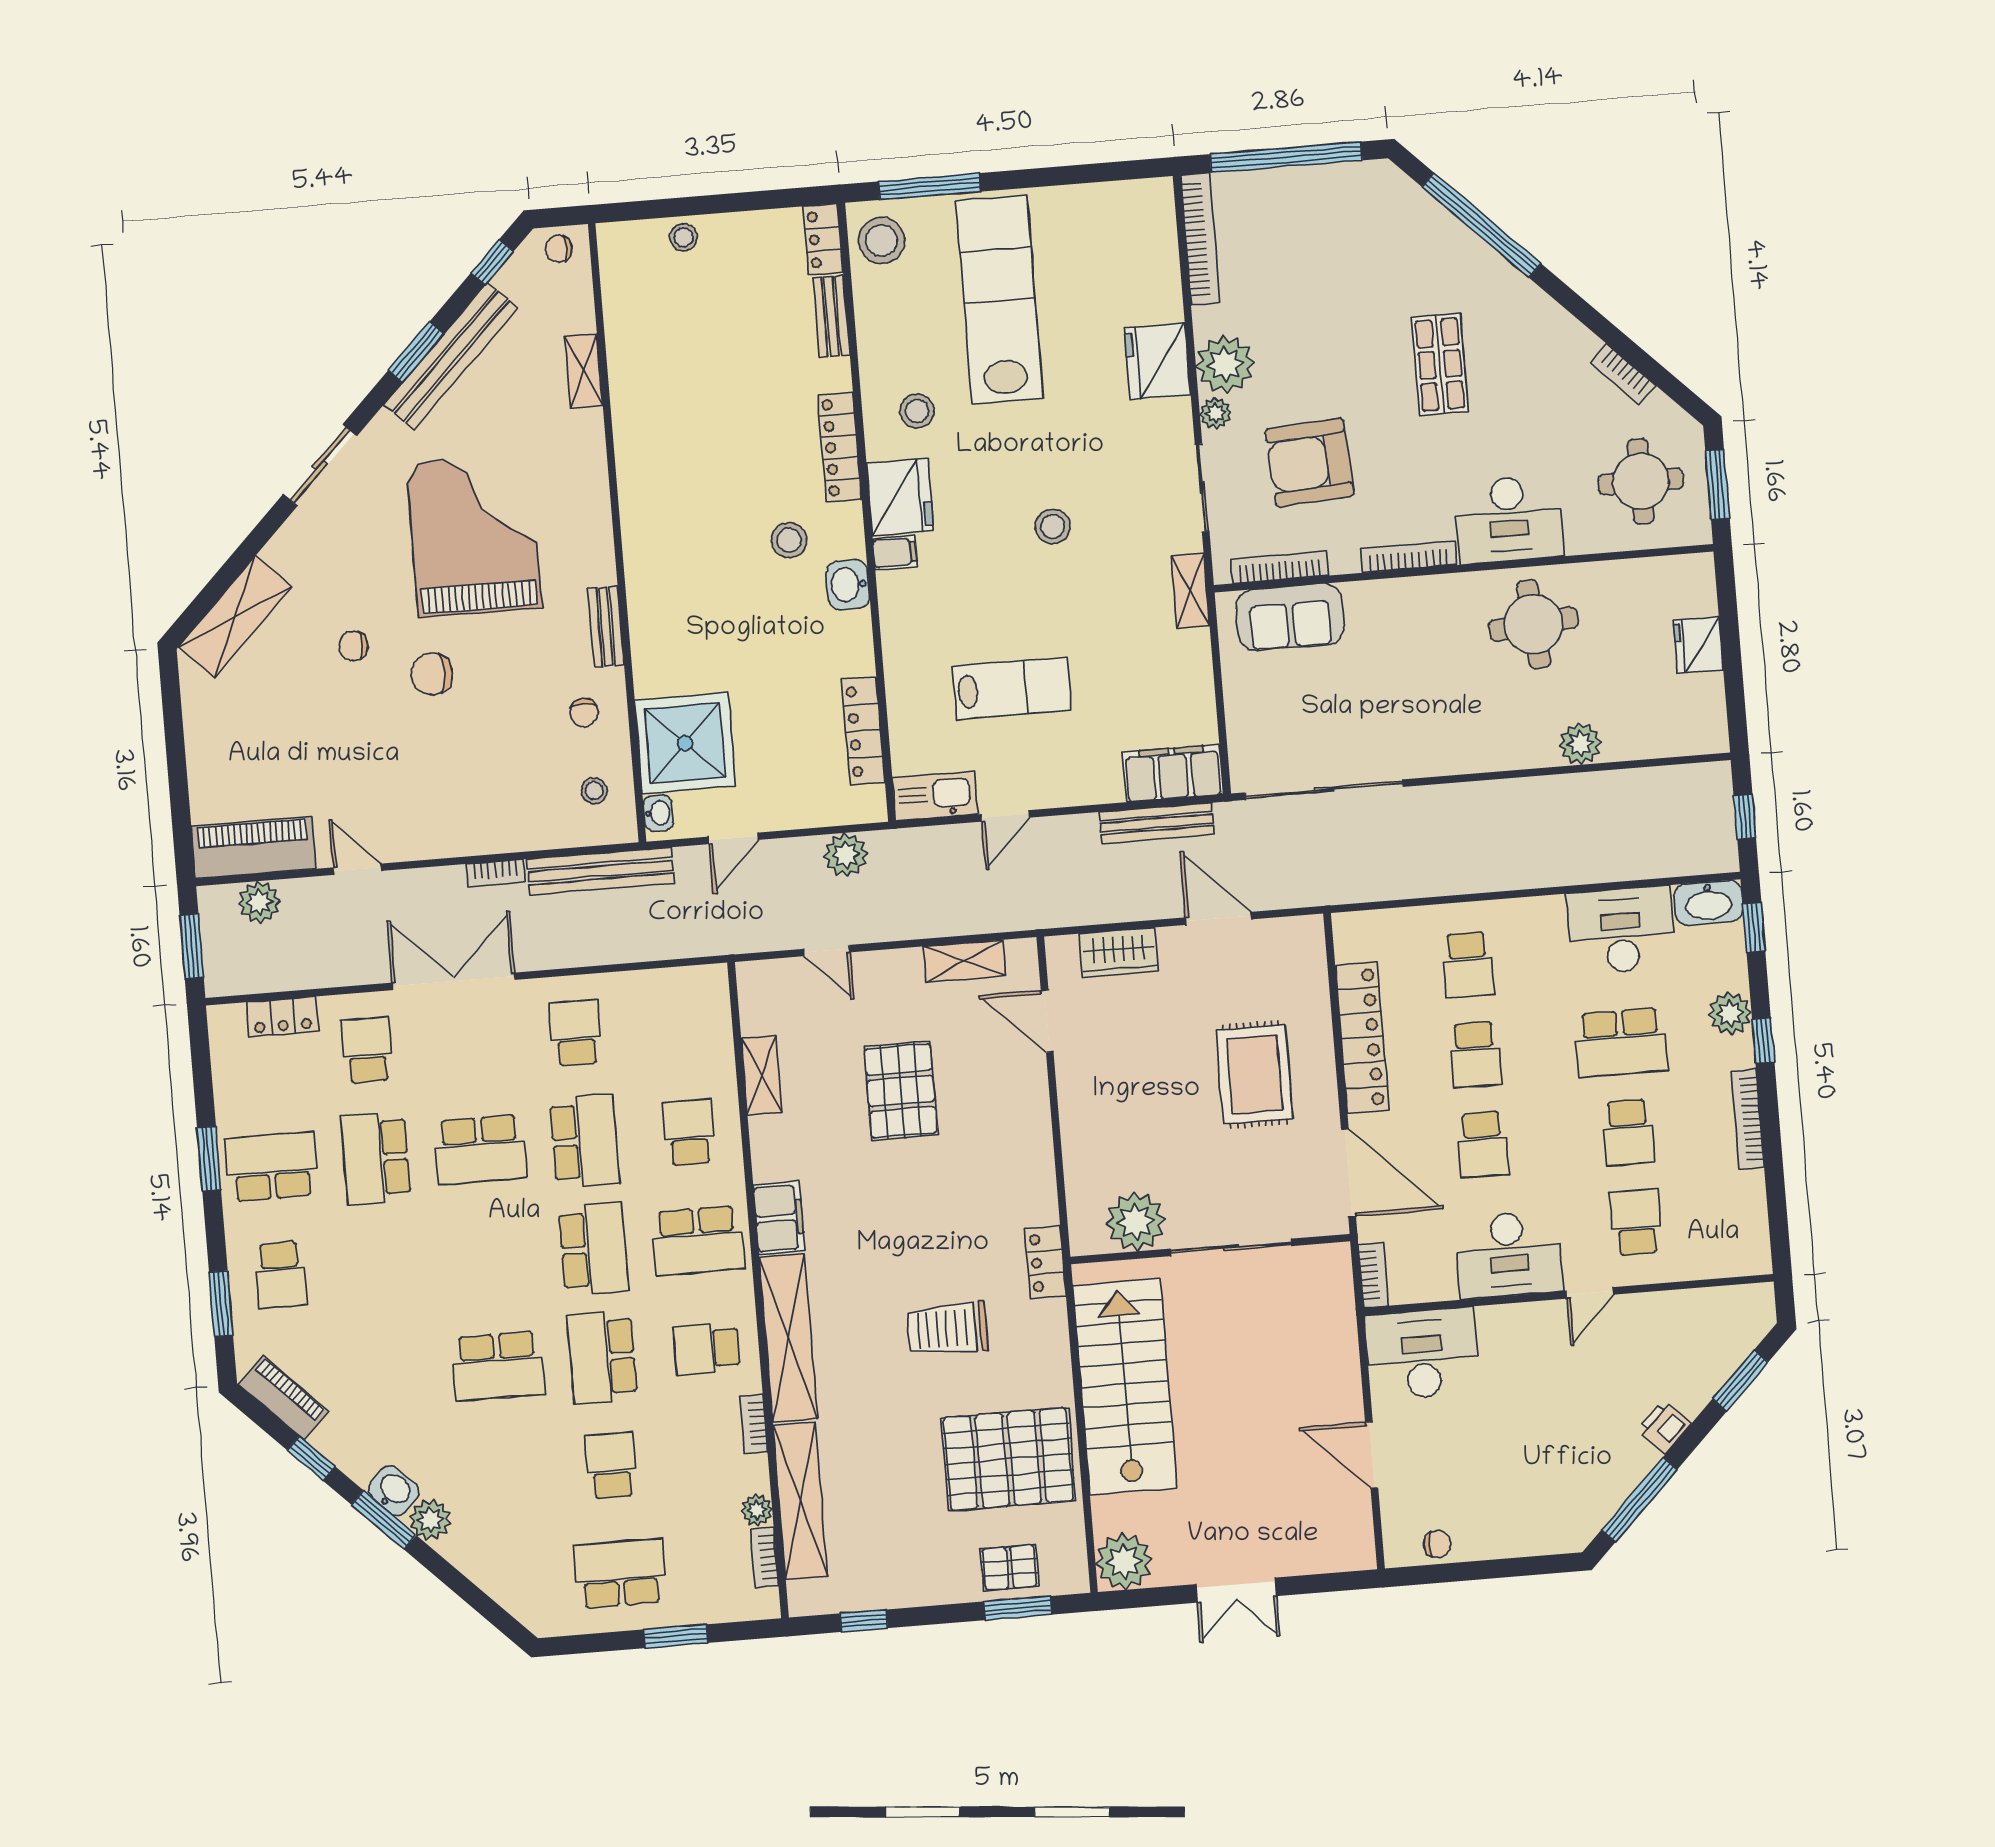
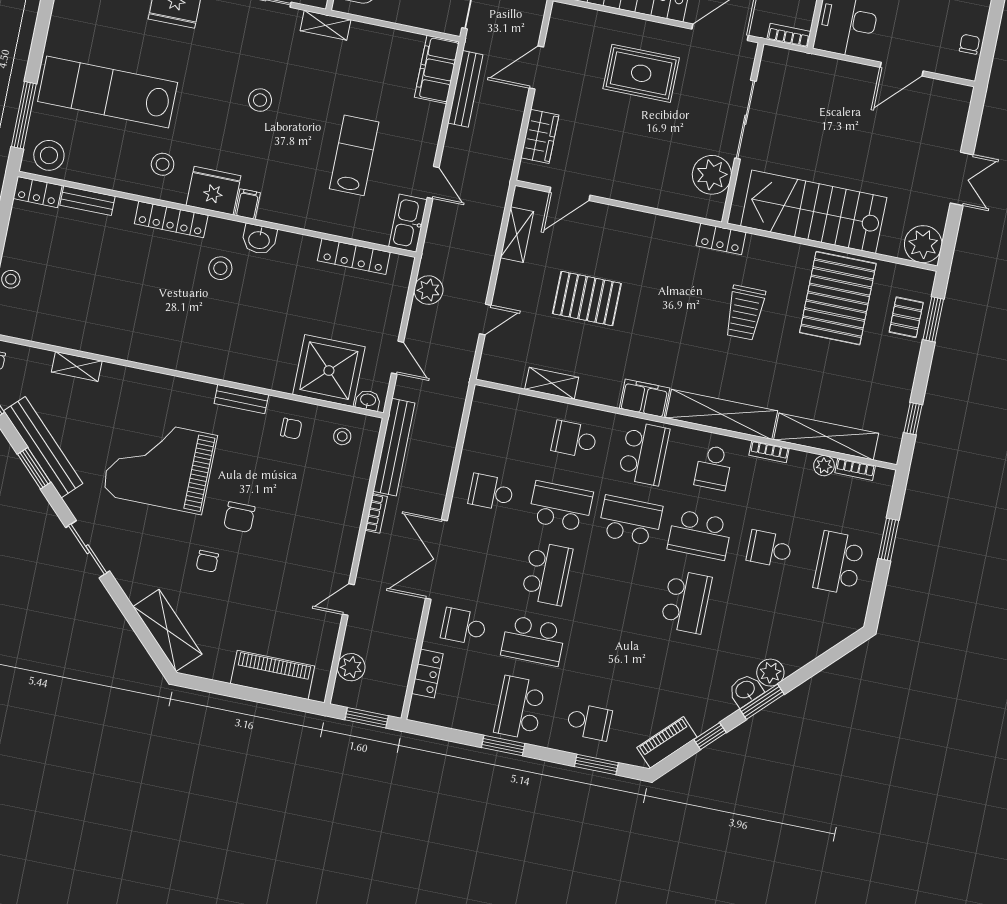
piano: (253, 848) -> (273, 675), moved, turned 90

